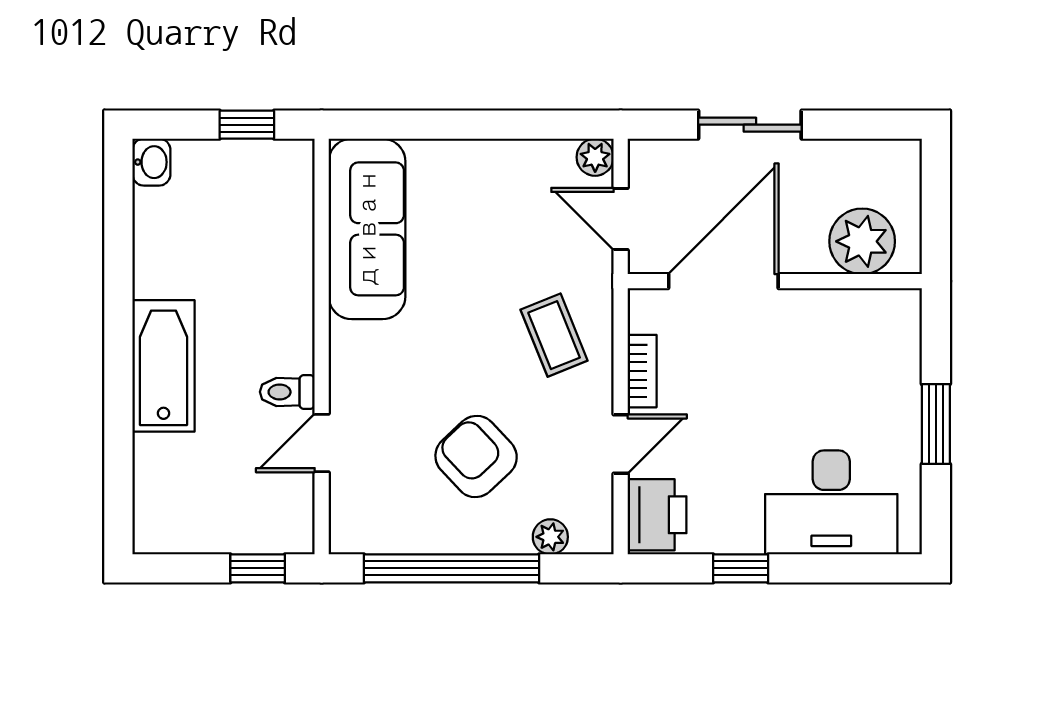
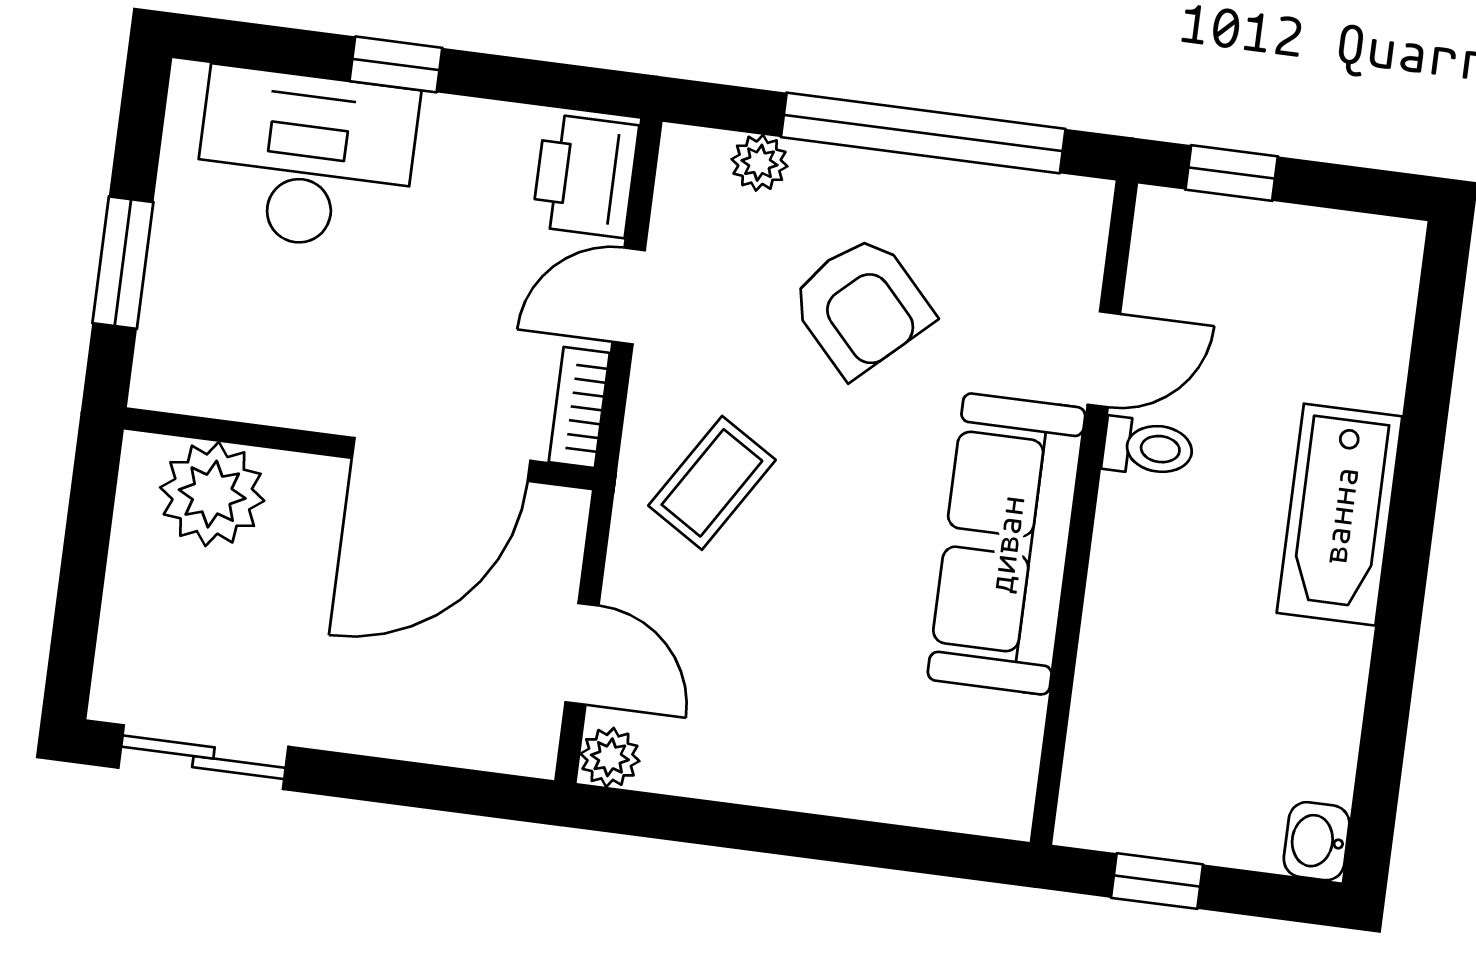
sliding door: (750, 125) -> (203, 757), moved
sofa: (367, 229) -> (1006, 544), moved
plant: (862, 241) -> (212, 494), moved
door: (723, 281) -> (441, 459), moved
wall: (775, 281) -> (359, 449), moved
coffee table: (554, 335) -> (712, 483), turned 54
window: (741, 568) -> (396, 64), moved

